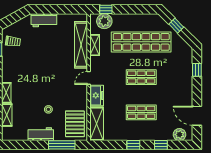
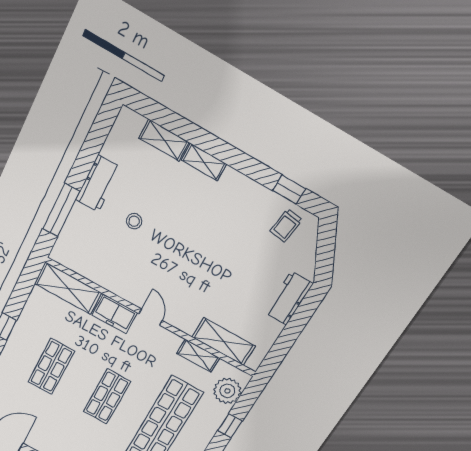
window: (106, 9) -> (230, 426), moved
shelving: (81, 45) -> (224, 342), width x0.68
pallet: (75, 124) -> (86, 252), removed

